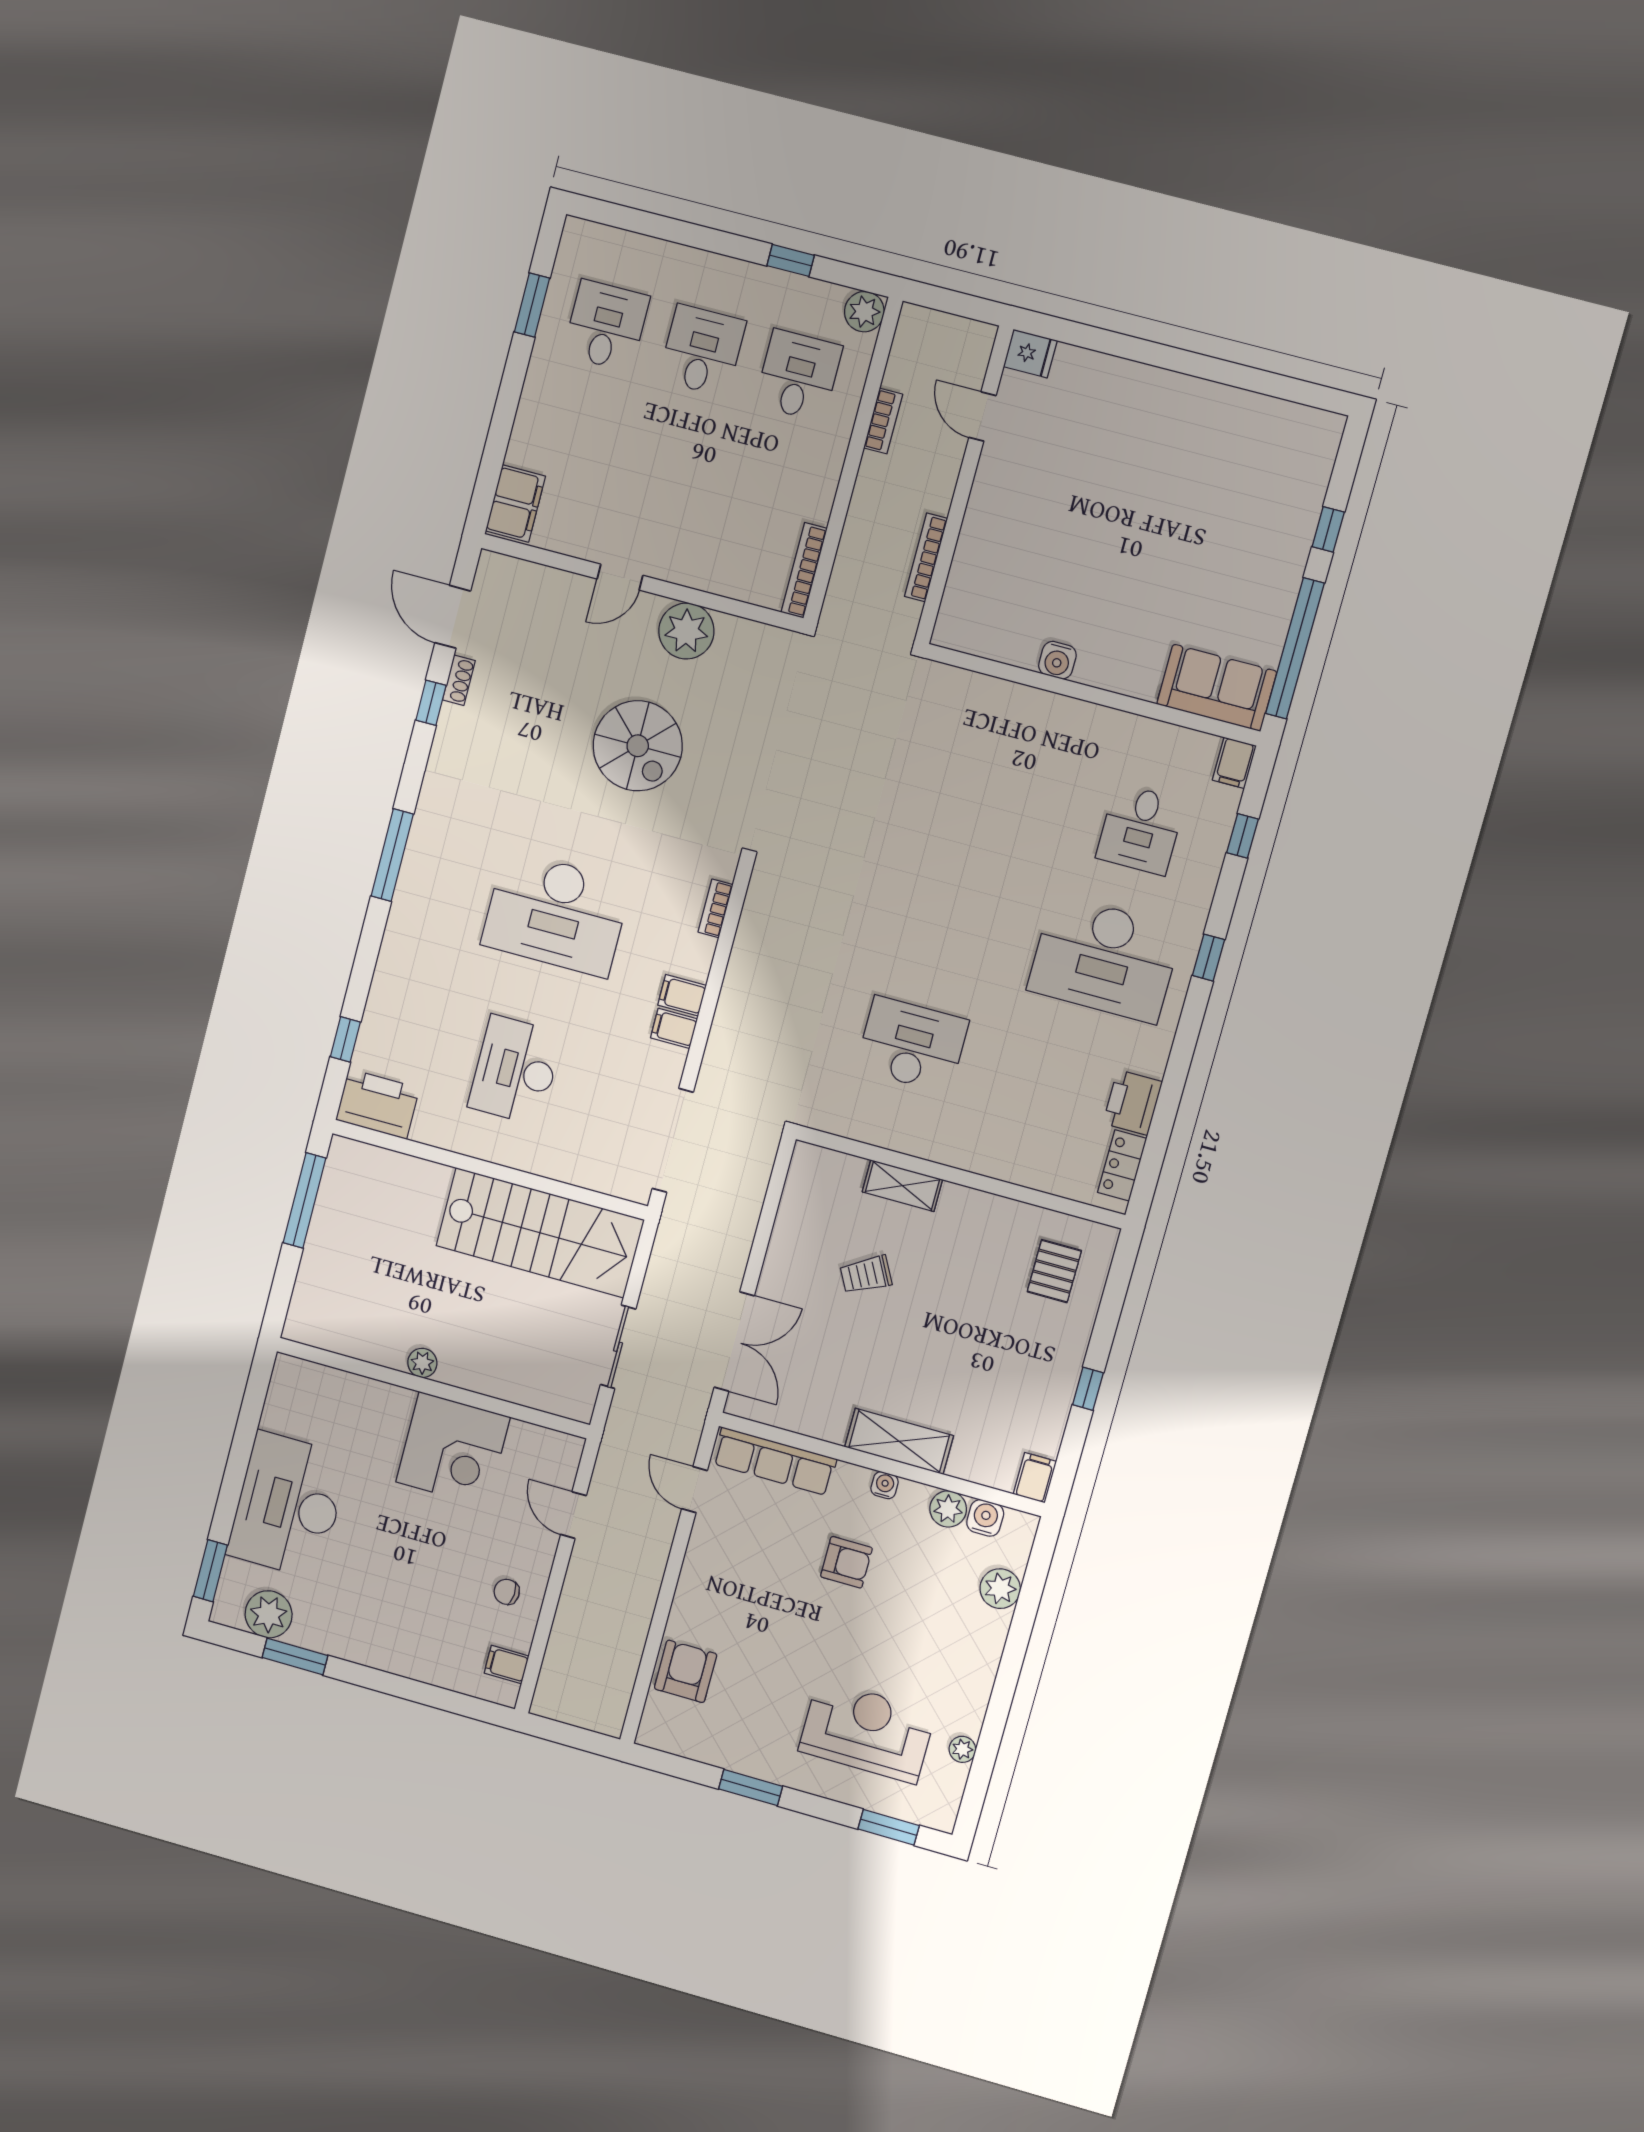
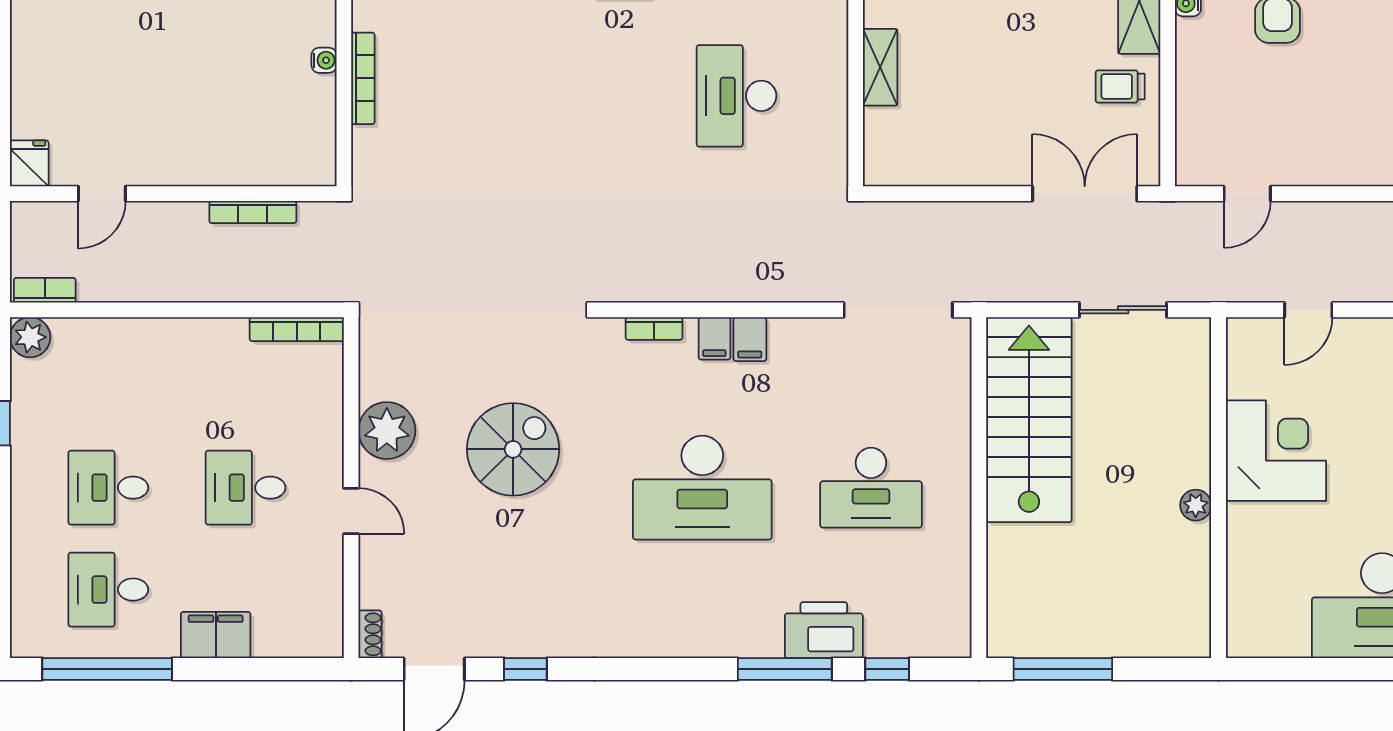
window: (532, 305) -> (107, 669), width x2.11
desk: (798, 375) -> (246, 488), moved
bookcase: (883, 421) -> (45, 290), moved
filing cabinet: (515, 504) -> (216, 635), moved
water cooler: (1057, 660) -> (324, 60), width x0.72, depth x0.72
shoe rack: (459, 680) -> (370, 634), moved, turned 90
bookcase: (1024, 696) -> (363, 78), added
window: (392, 855) -> (785, 669), moved
desk: (556, 914) -> (702, 488), turned 90
filing cabinet: (674, 1028) -> (714, 338), moved
printer: (378, 1104) -> (824, 630), moved, turned 90
trolley: (866, 1275) -> (1120, 86), moved, turned 118
row of seats: (774, 1461) -> (1195, 121), removed

